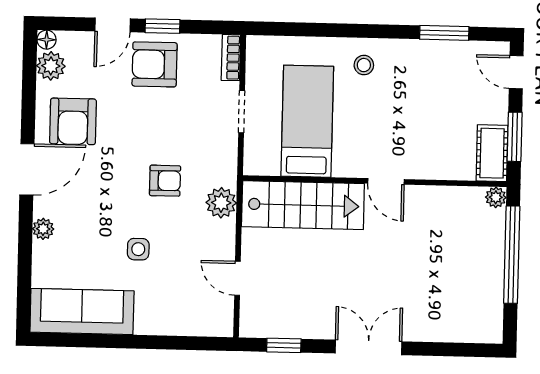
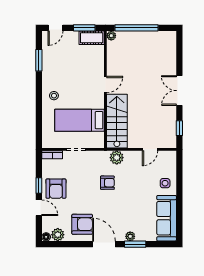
armchair: (165, 181) -> (107, 183), turned 90
window: (25, 240) -> (135, 244), added
side table: (138, 249) -> (165, 183), moved

